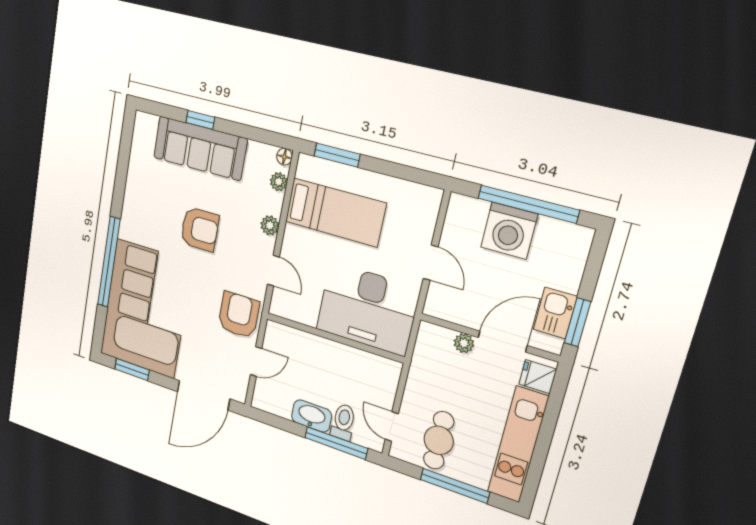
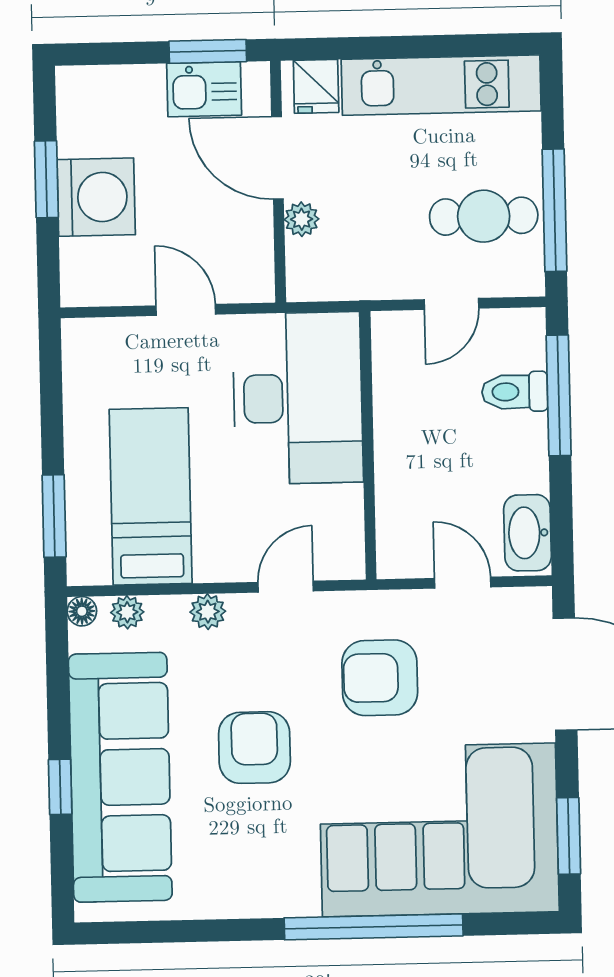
sofa: (200, 148) -> (120, 777), width x1.36, depth x1.27
window: (528, 204) -> (46, 179), width x0.47
door: (431, 263) -> (186, 310), hinge flipped
armchair: (239, 315) -> (380, 678), moved
washbasin: (312, 416) -> (528, 533), moved
door: (392, 427) -> (452, 304), moved
window: (455, 486) -> (554, 210), moved

